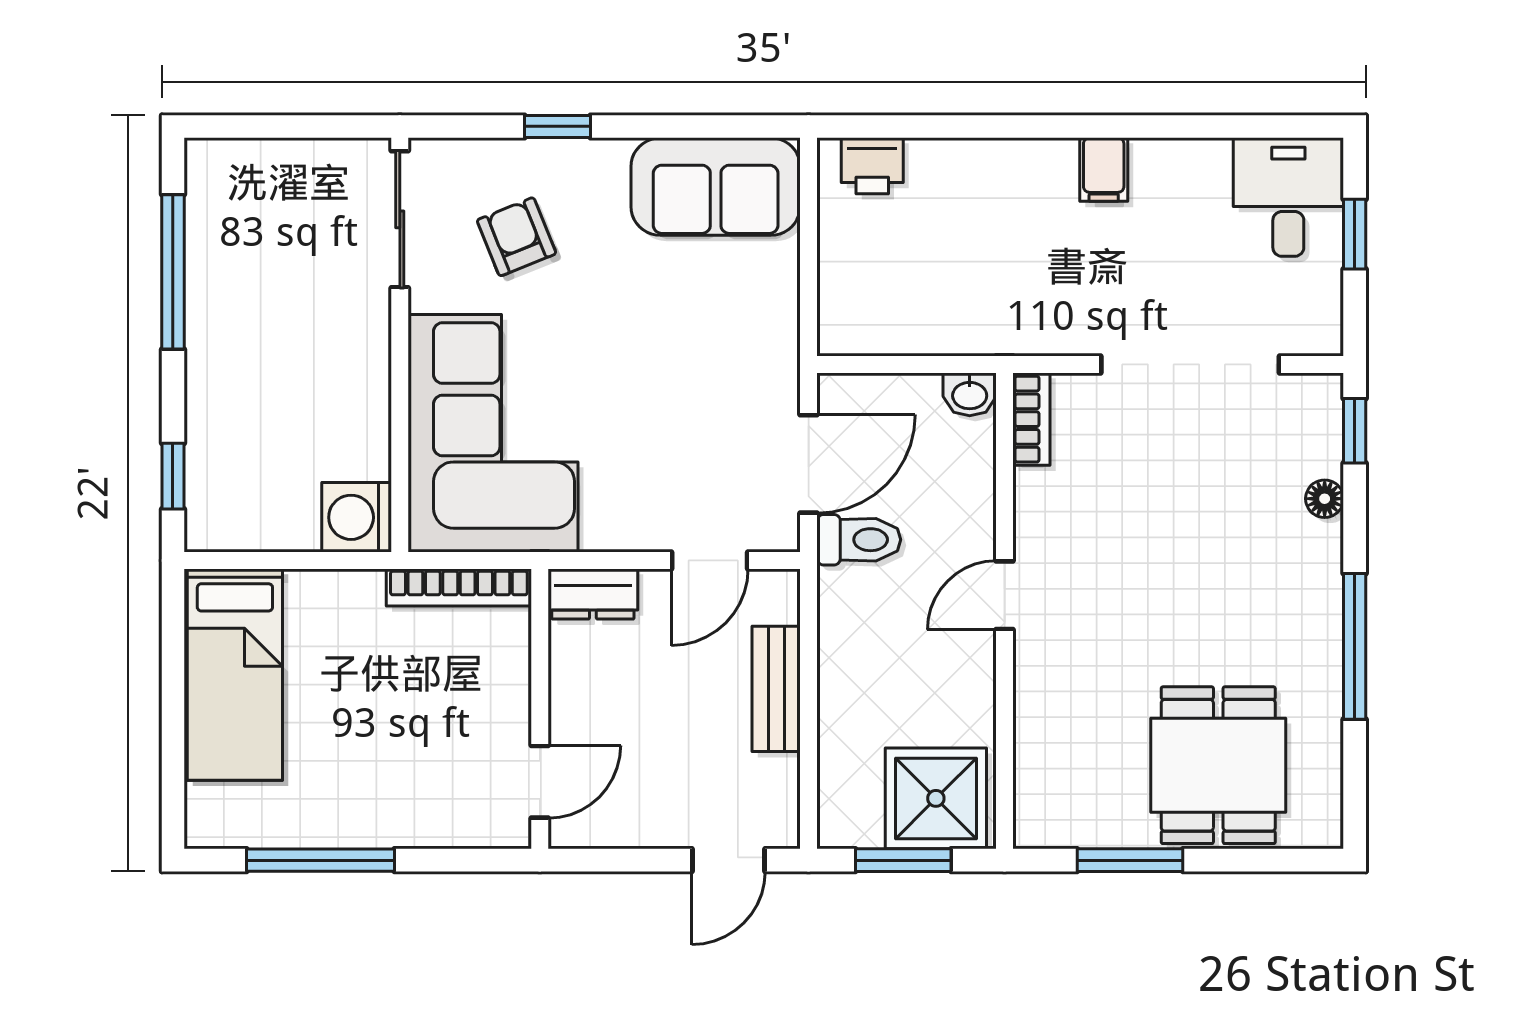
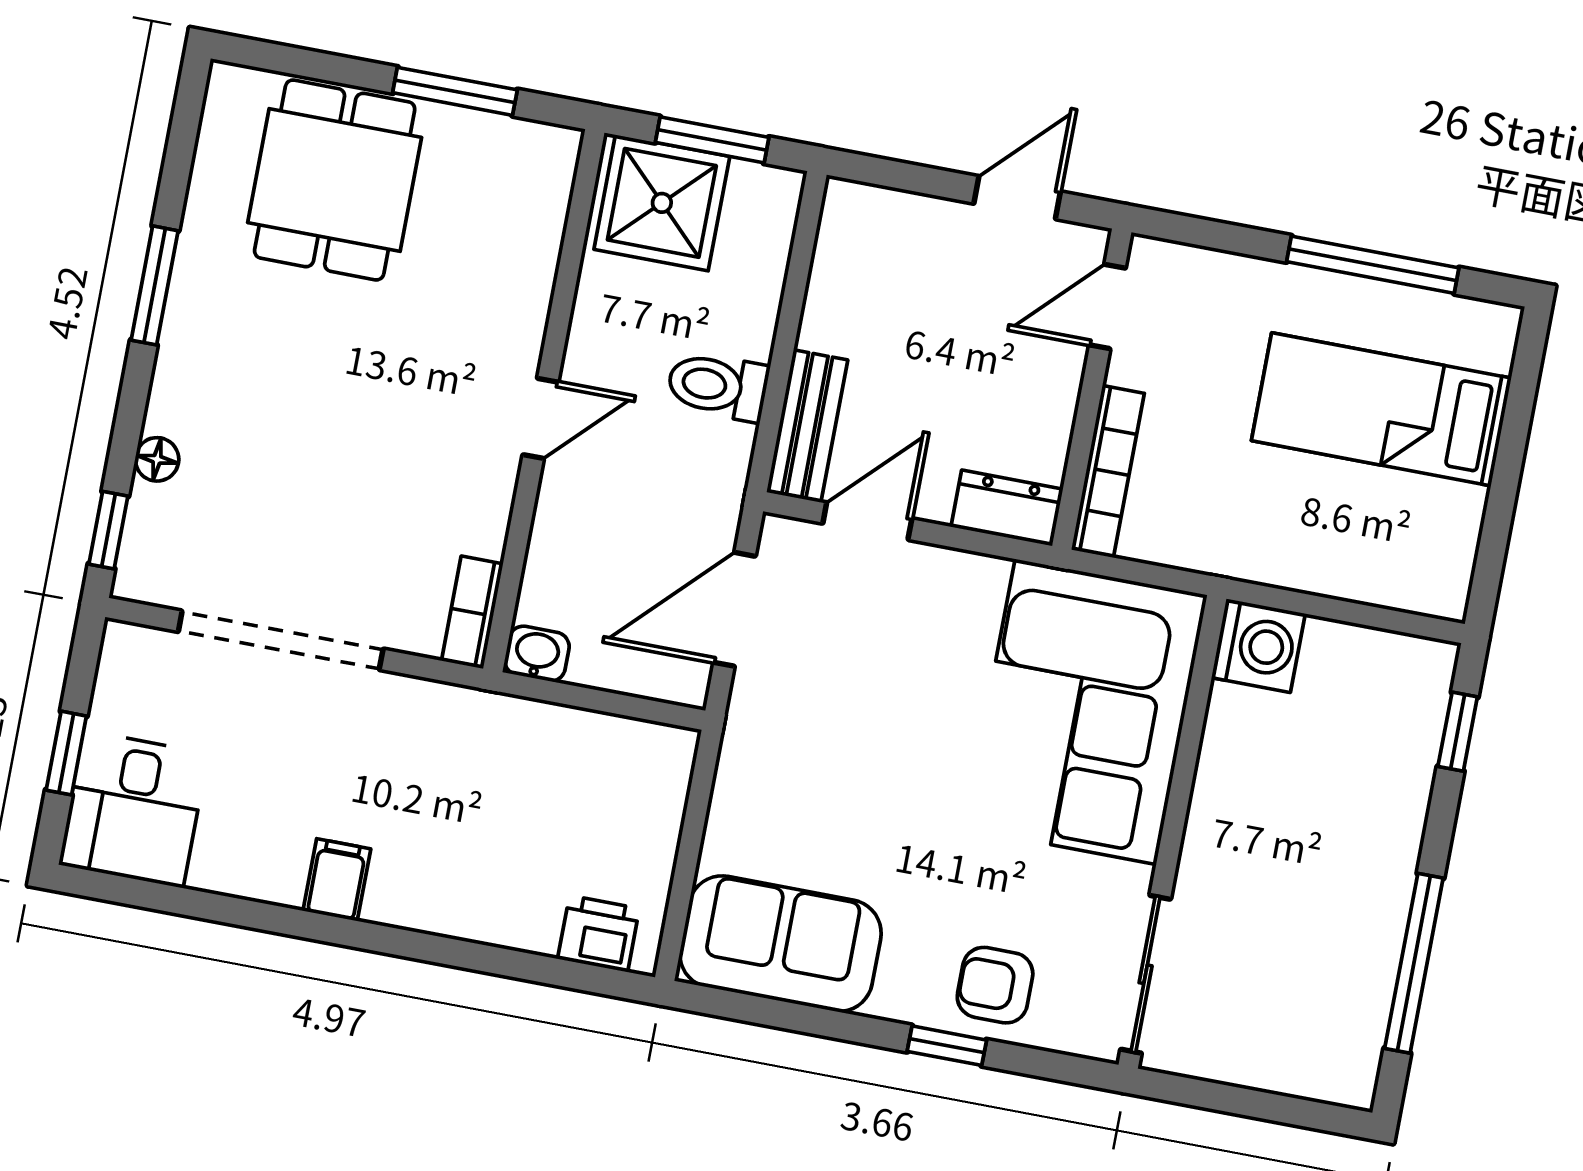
armchair: (517, 237) -> (995, 985), moved, turned 112
toilet: (859, 540) -> (718, 386), moved
bookcase: (459, 587) -> (1108, 472), moved, turned 90
window: (1355, 646) -> (155, 285), width x0.69
bed: (235, 675) -> (1381, 409), moved, turned -90
bench: (776, 689) -> (807, 426), moved
door: (728, 860) -> (1017, 198), moved

